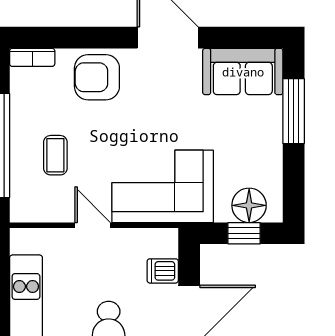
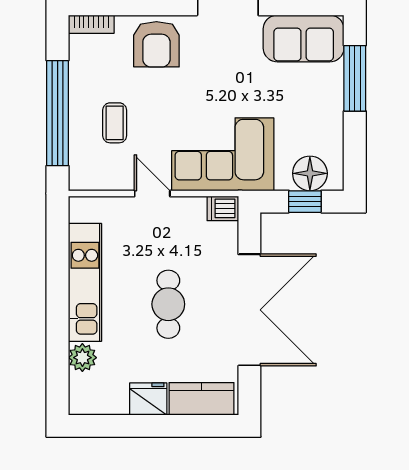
armchair: (97, 77) -> (156, 44), turned -90
dishwasher: (163, 271) -> (223, 208), moved

